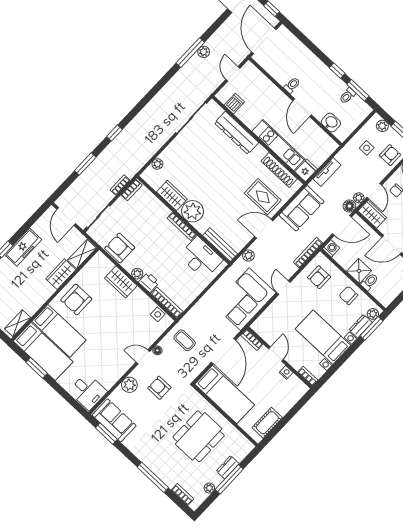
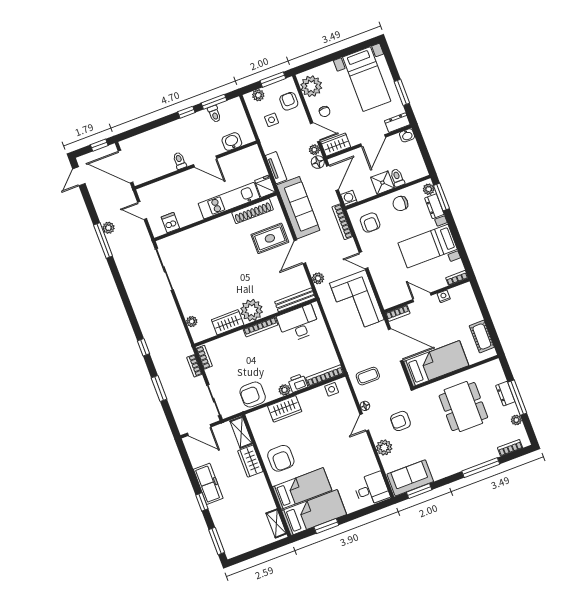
dresser: (236, 133) -> (199, 234), removed
sofa: (302, 208) -> (298, 208), width x1.36

